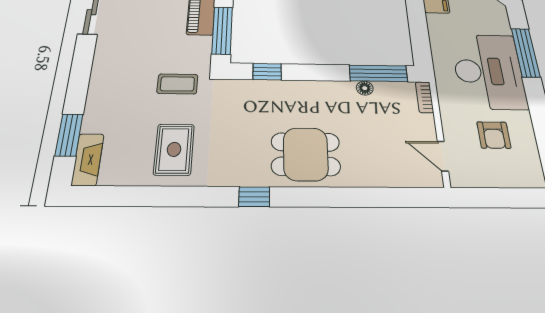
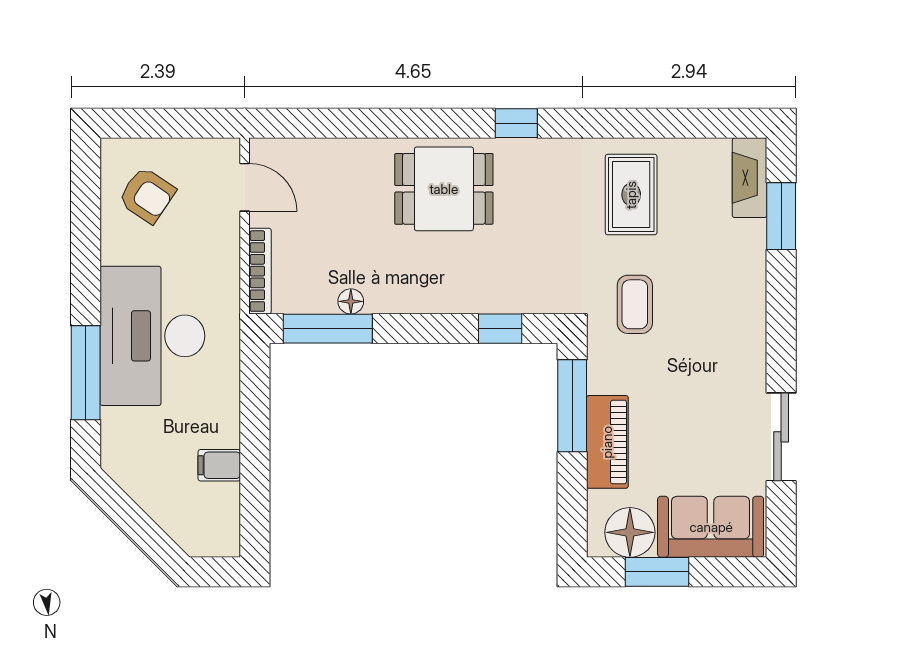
coffee table: (177, 84) -> (635, 304), turned 90
bookcase: (424, 97) -> (260, 271), width x1.56
armchair: (494, 135) -> (147, 195), moved, turned 124

